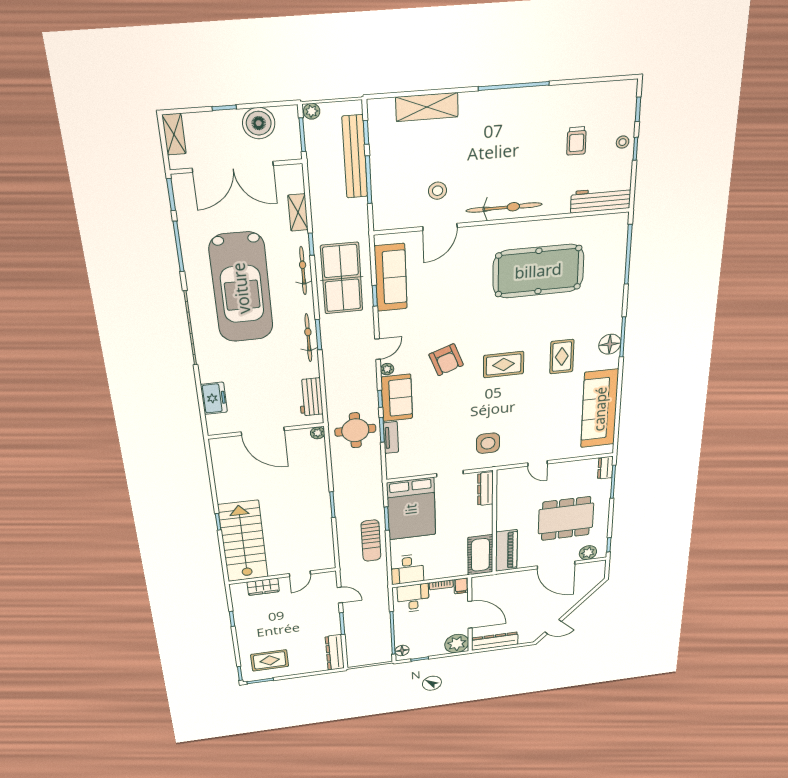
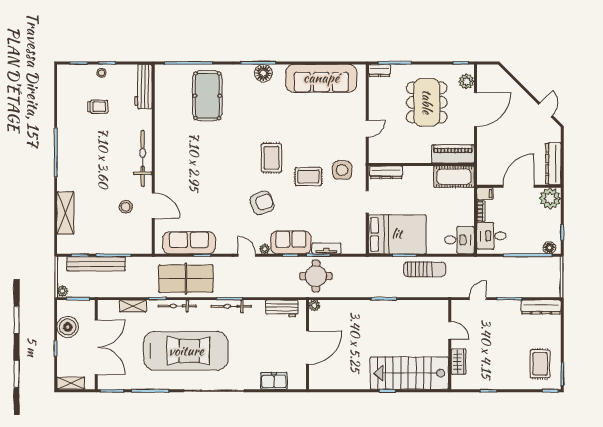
pool table: (538, 271) -> (207, 96), moved, width x0.73, depth x0.76
rug: (562, 357) -> (308, 176), moved

